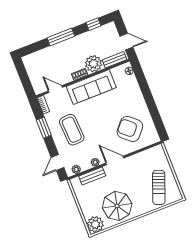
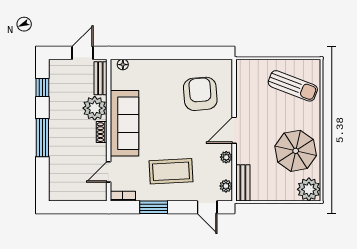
armchair: (130, 129) -> (200, 94), turned 134
bench: (92, 176) -> (243, 183), moved

